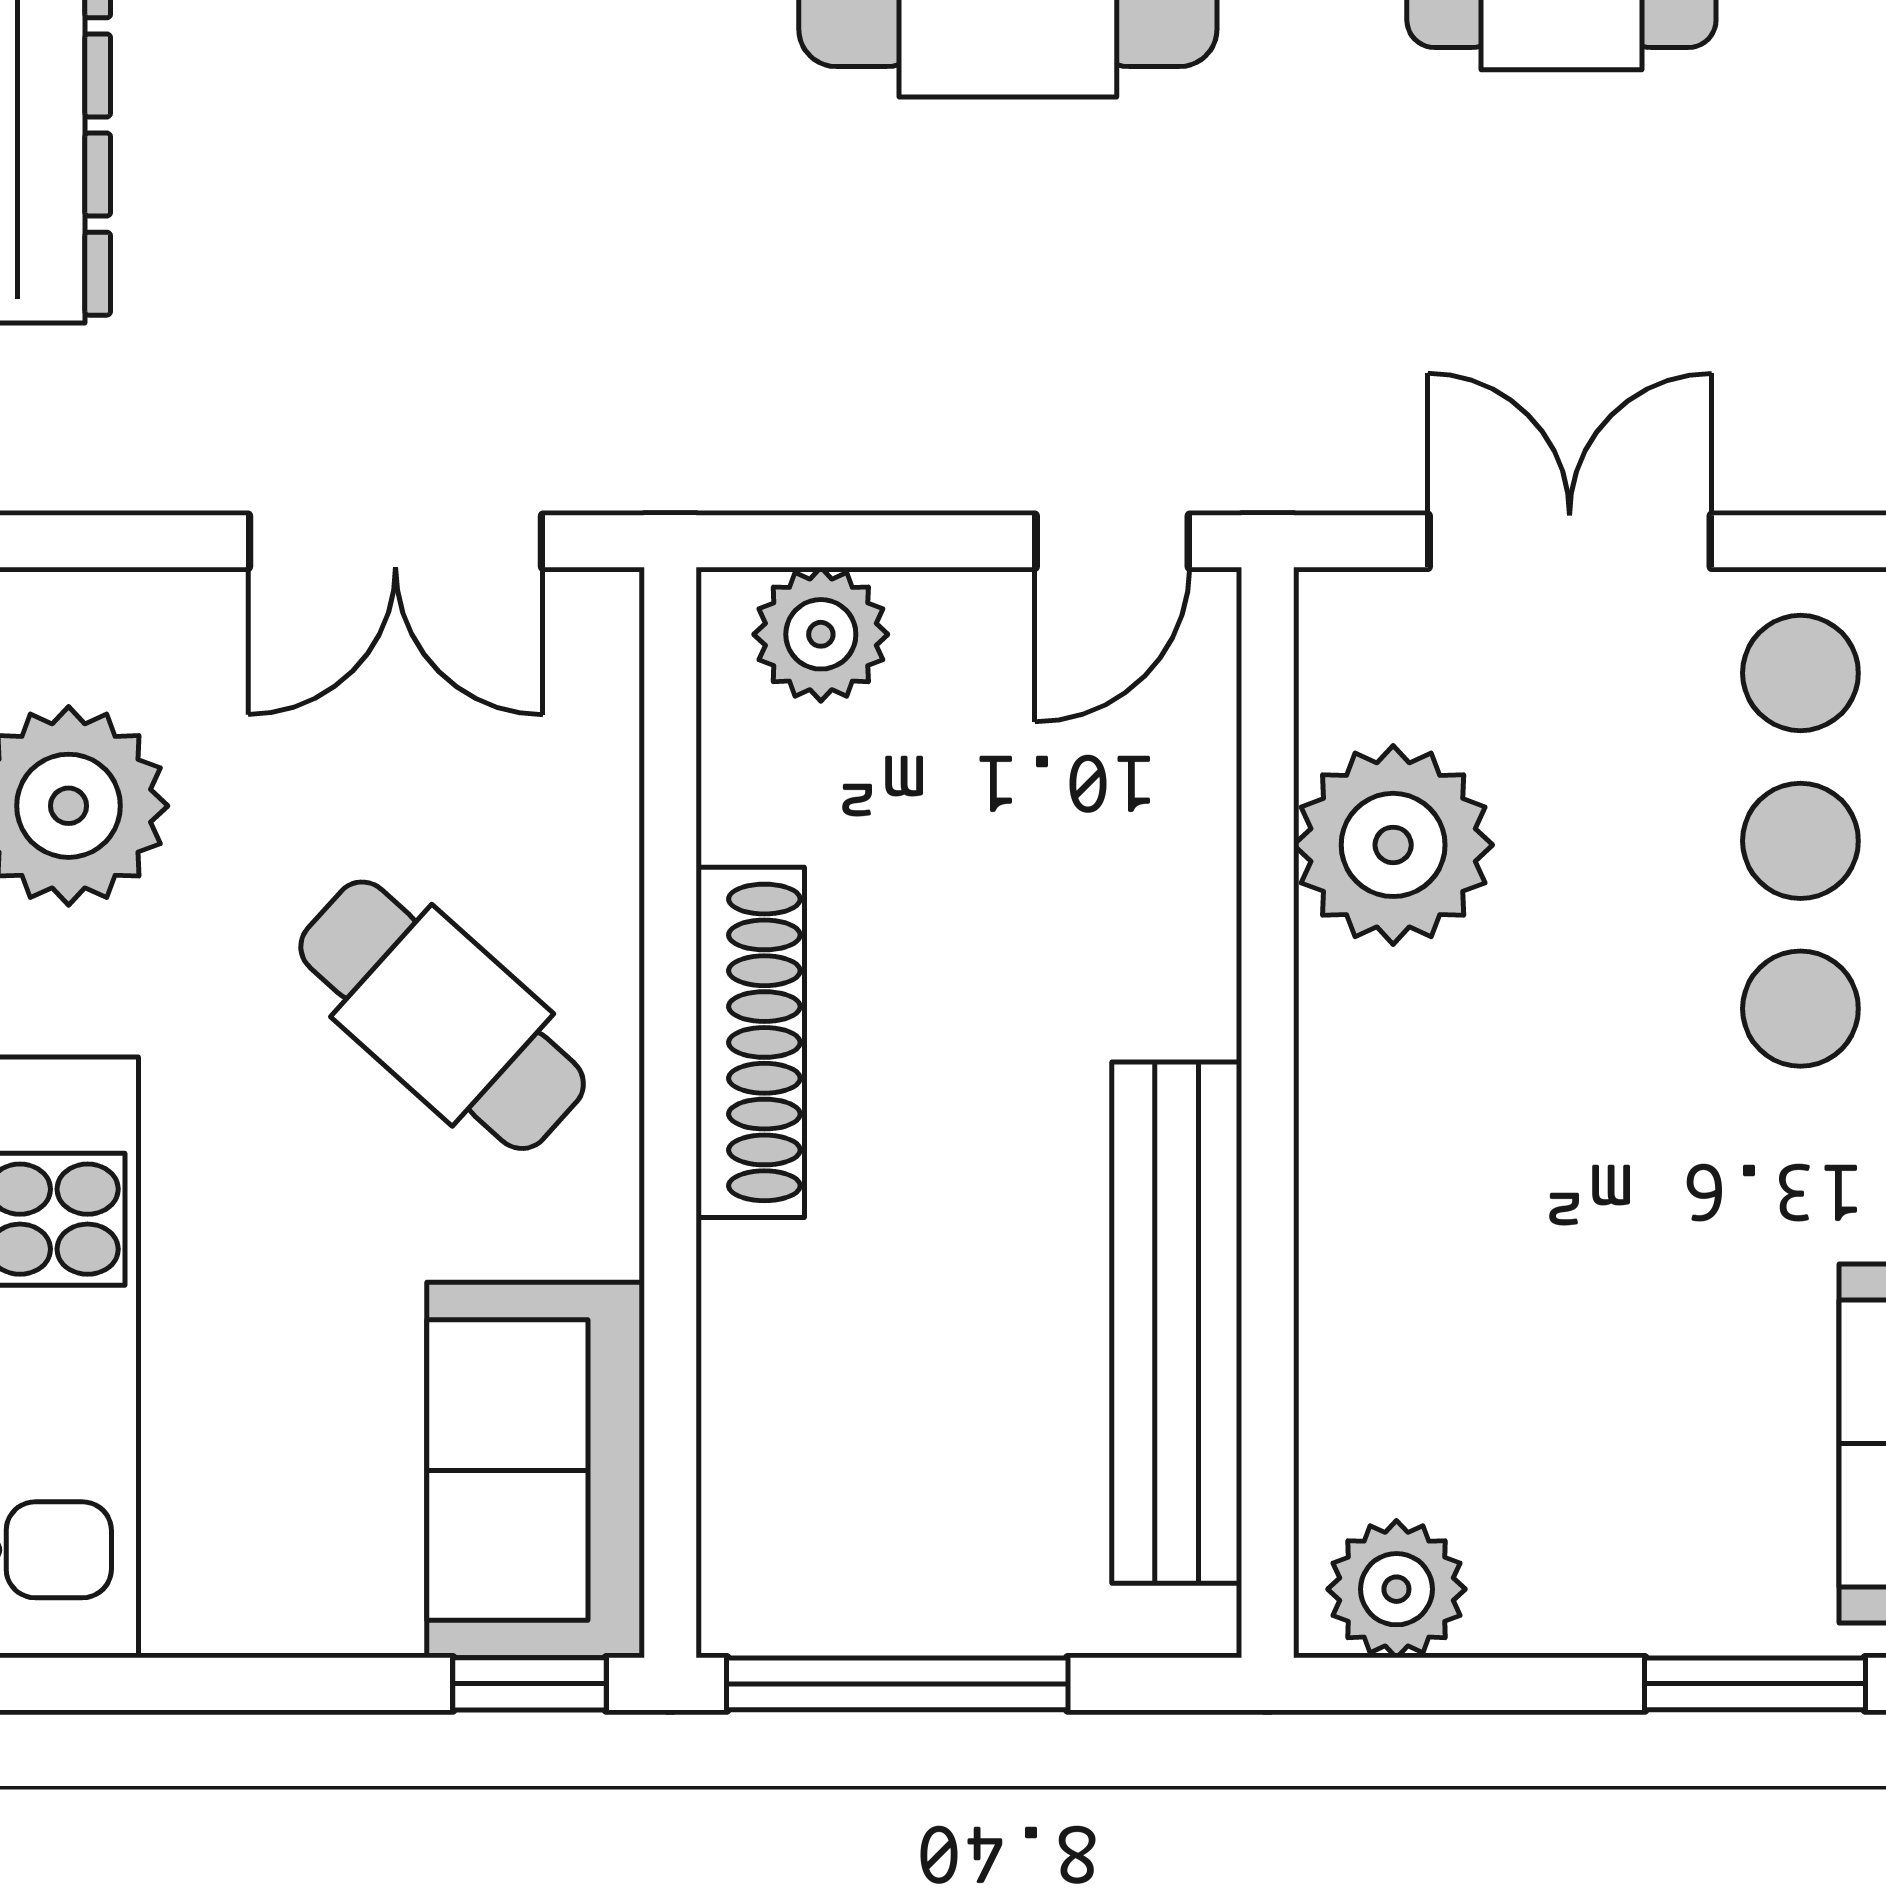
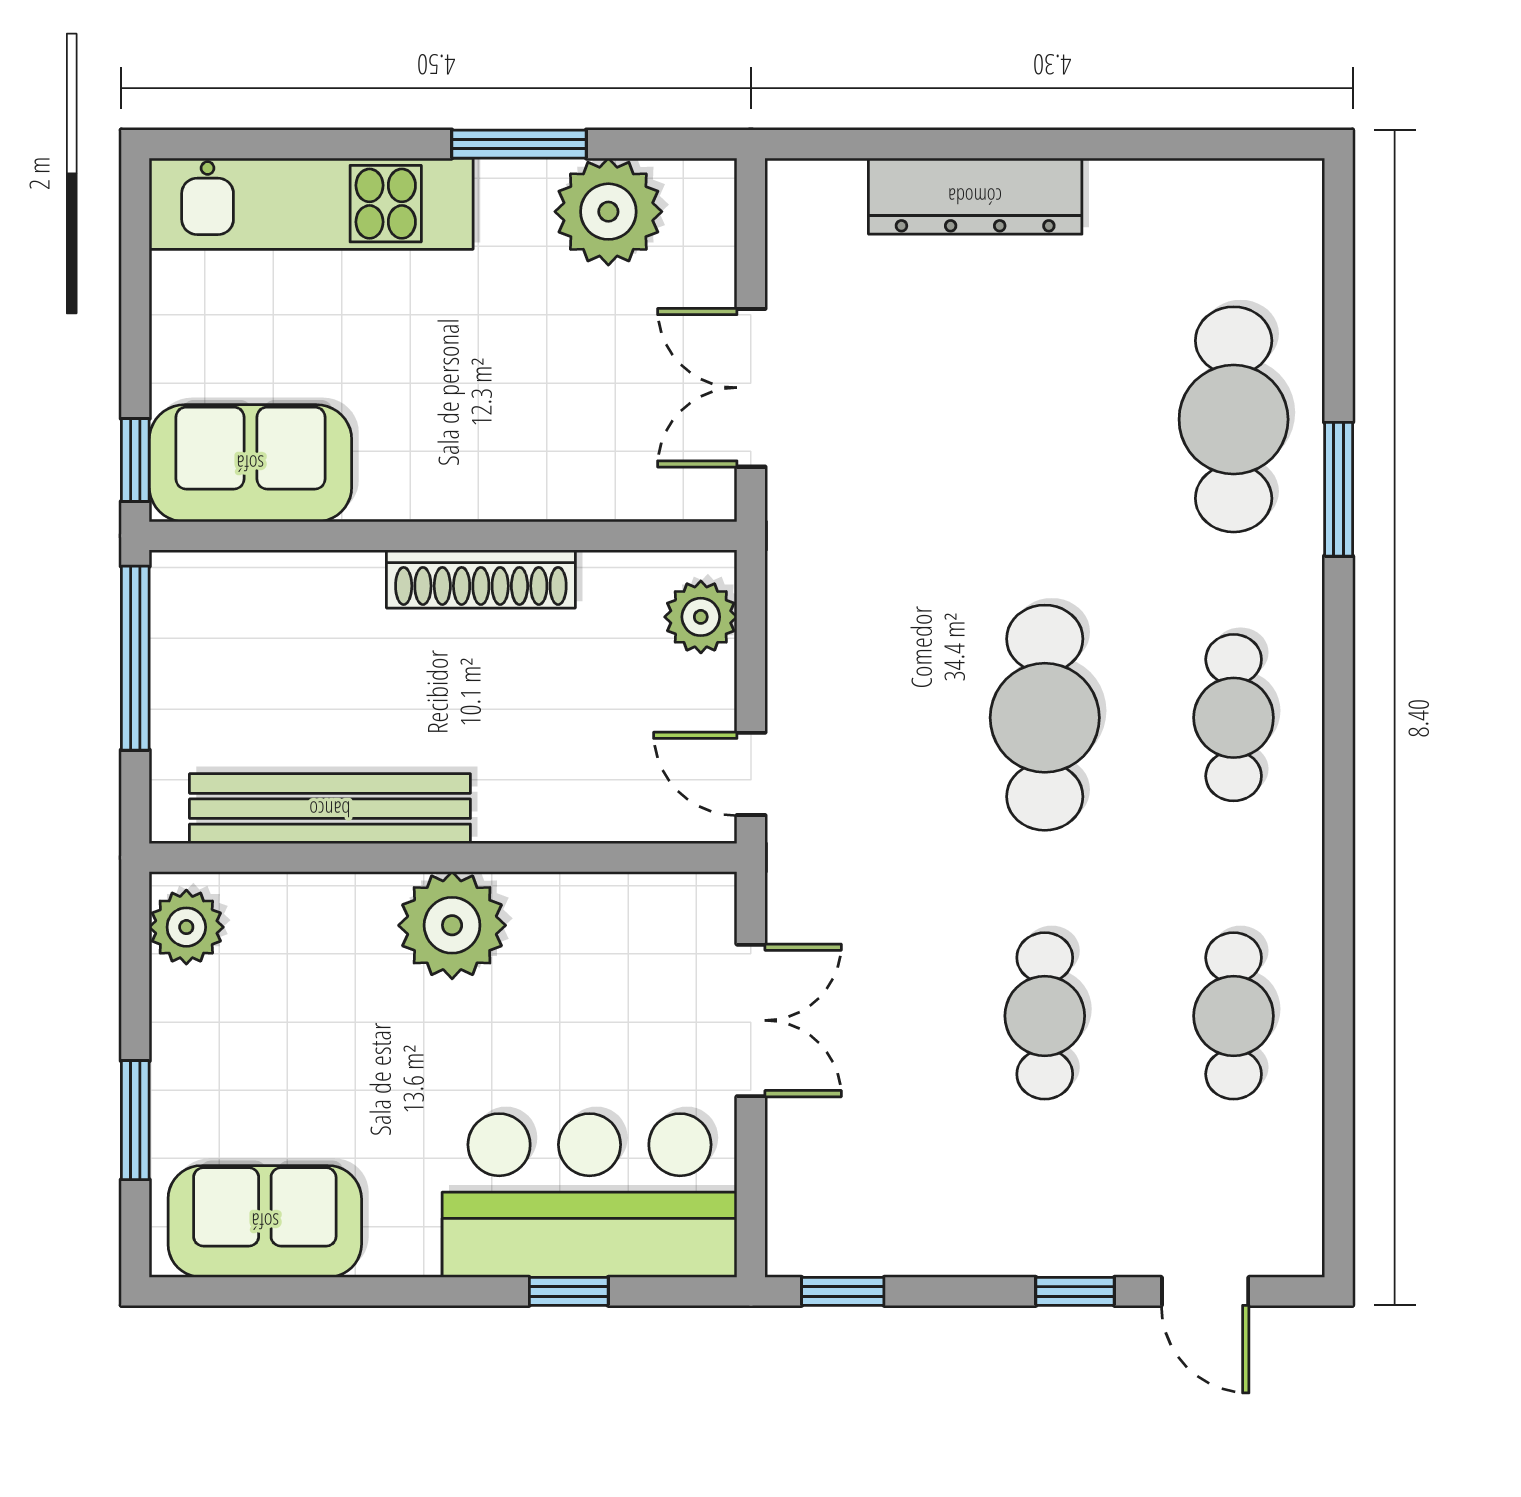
plant: (1393, 845) -> (452, 925), moved
cafe table: (442, 1015) -> (496, 413), removed

